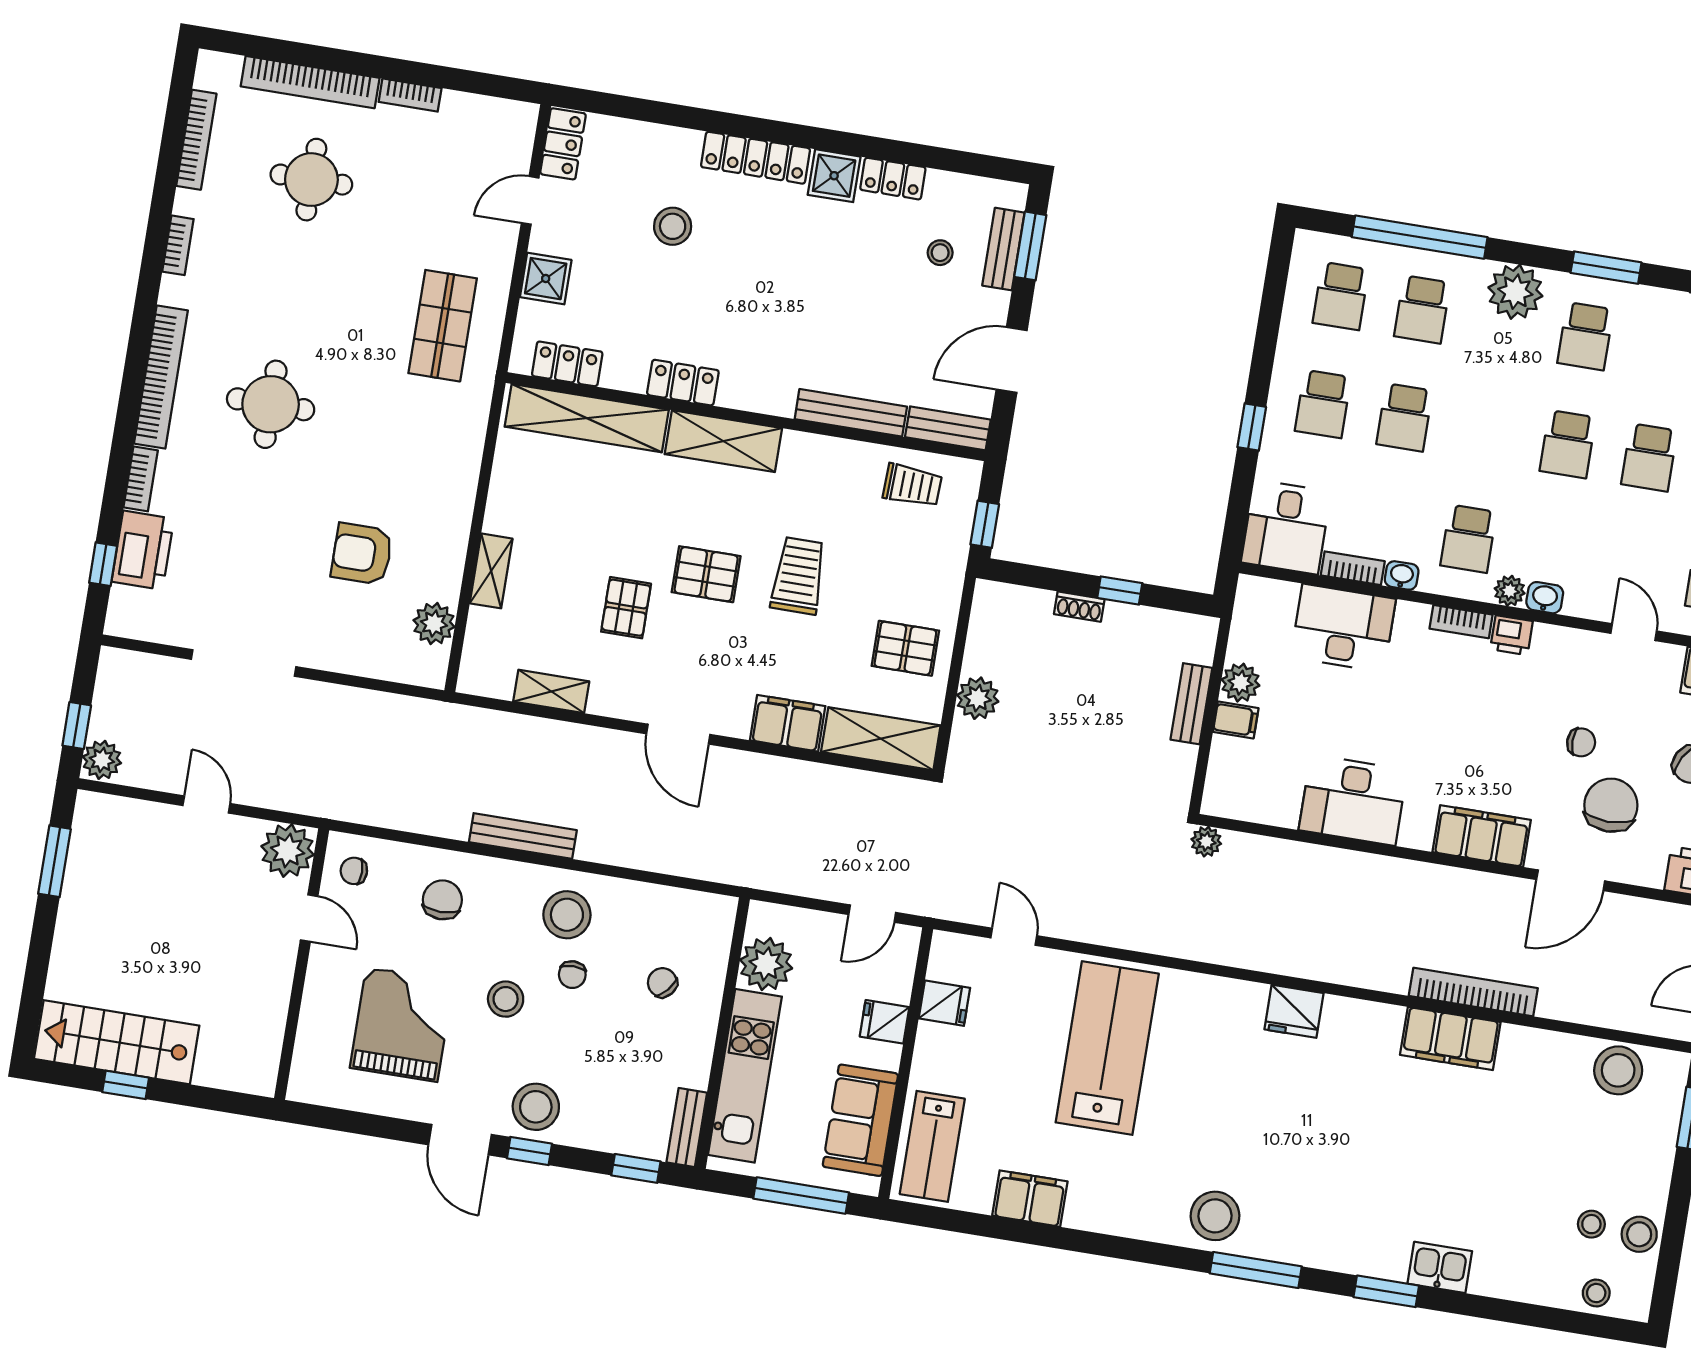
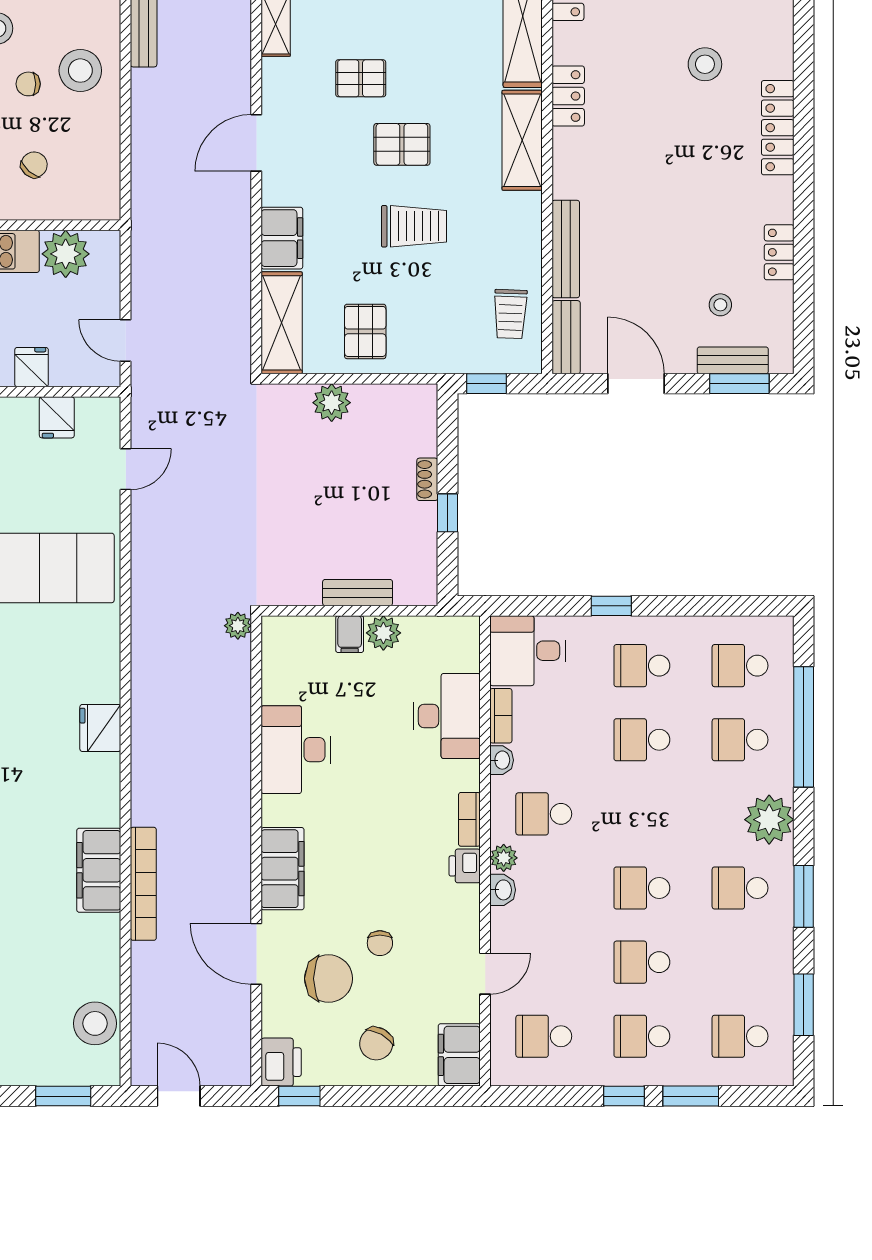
shower: (834, 176) -> (773, 200), removed
pallet: (706, 574) -> (402, 144), turned 90

